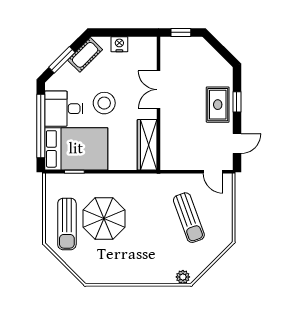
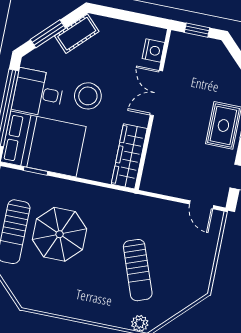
nightstand: (119, 44) -> (153, 50), moved, turned 90
sun lounger: (189, 218) -> (138, 270), moved

